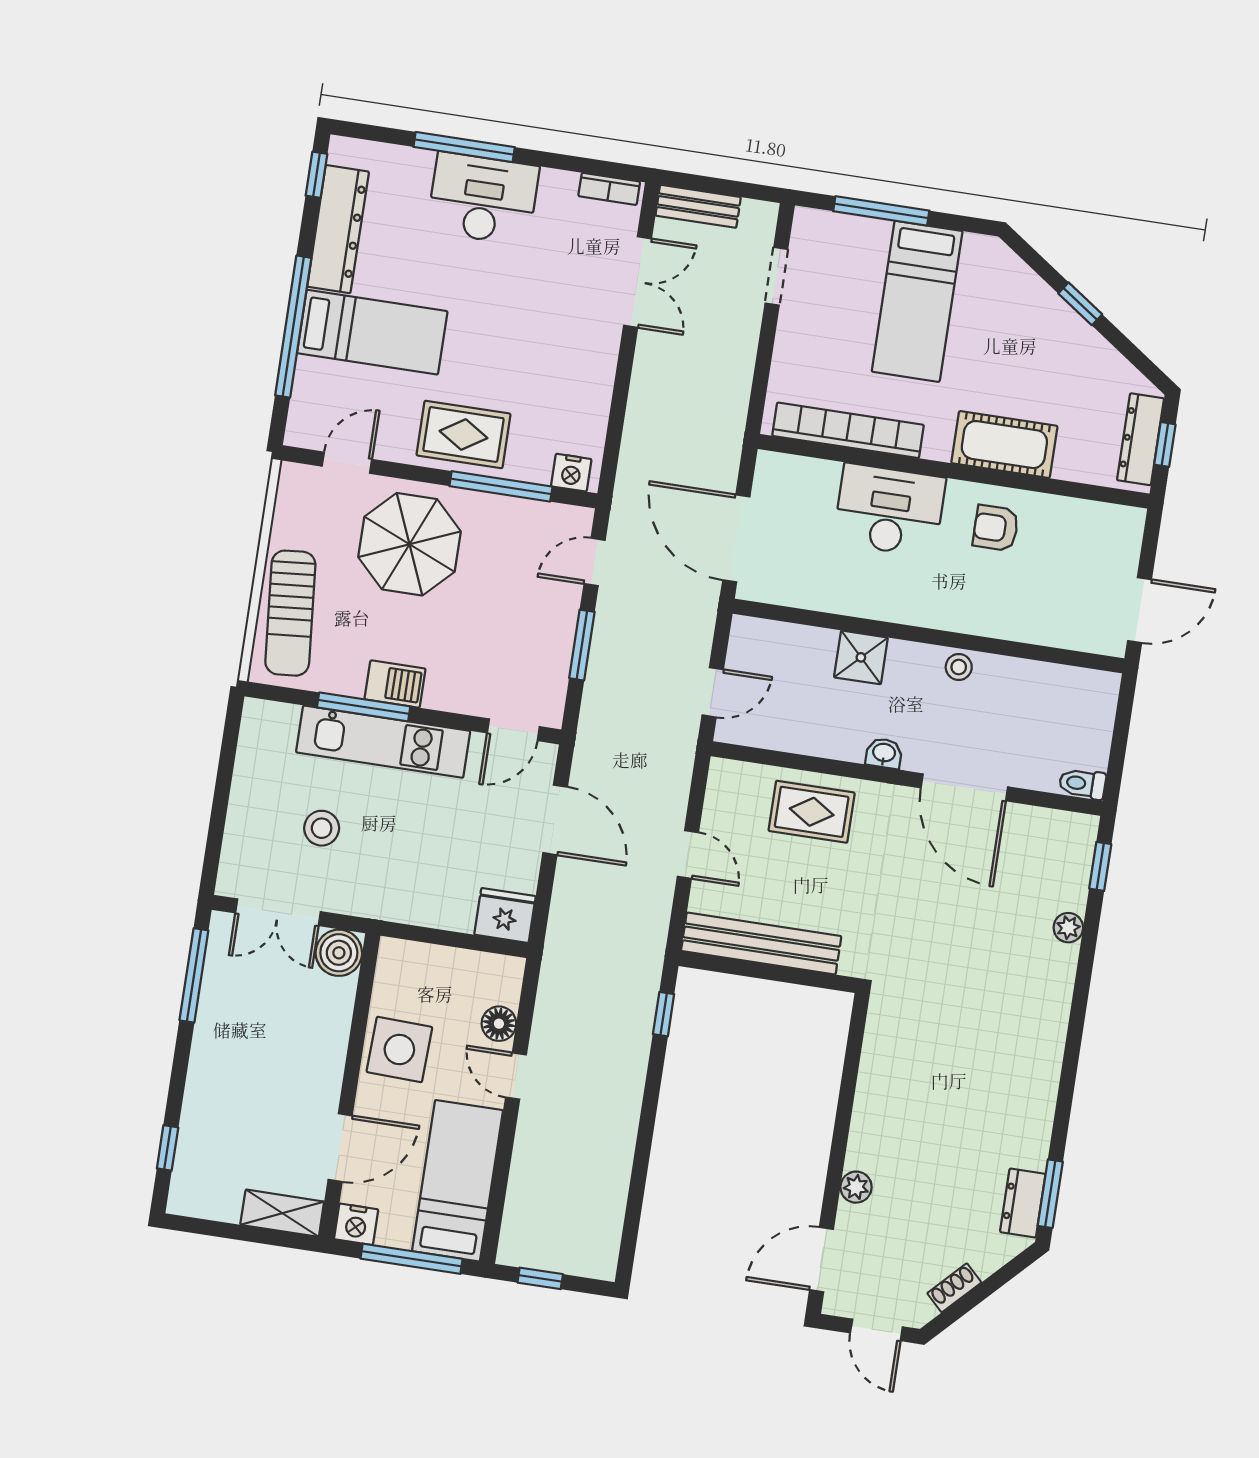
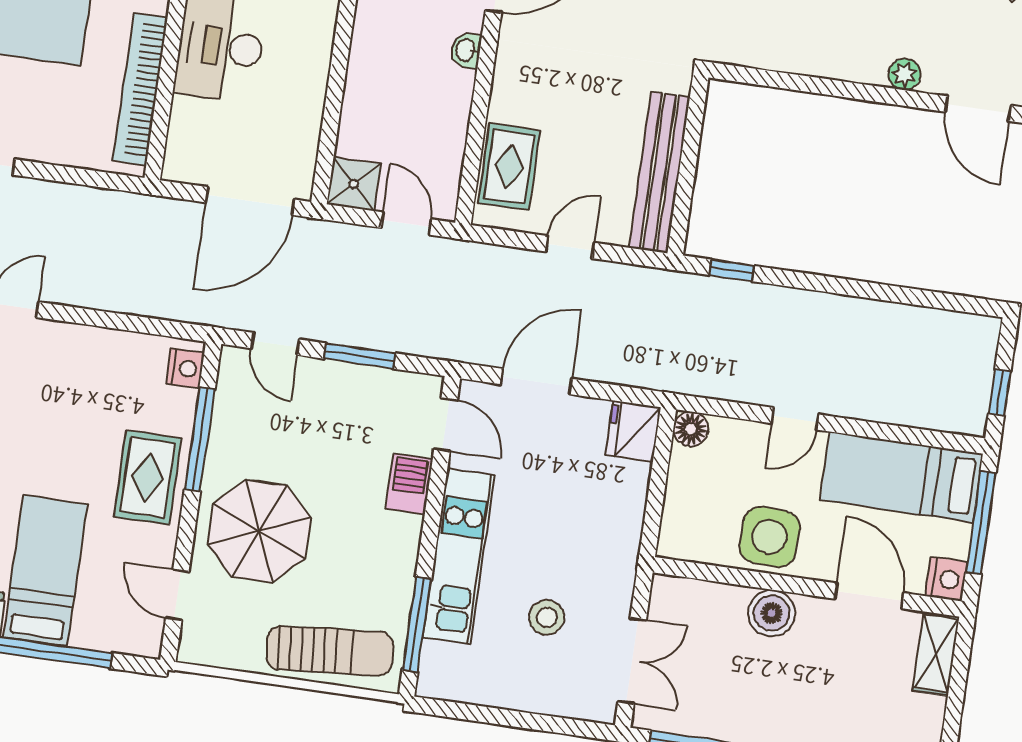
shower: (861, 657) -> (354, 184), moved
barbecue: (395, 684) -> (409, 484), moved
window: (364, 707) -> (417, 624), moved
rug: (812, 812) -> (509, 167), moved
boiler: (339, 953) -> (772, 613), moved
floor lamp: (499, 1024) -> (691, 429), moved

